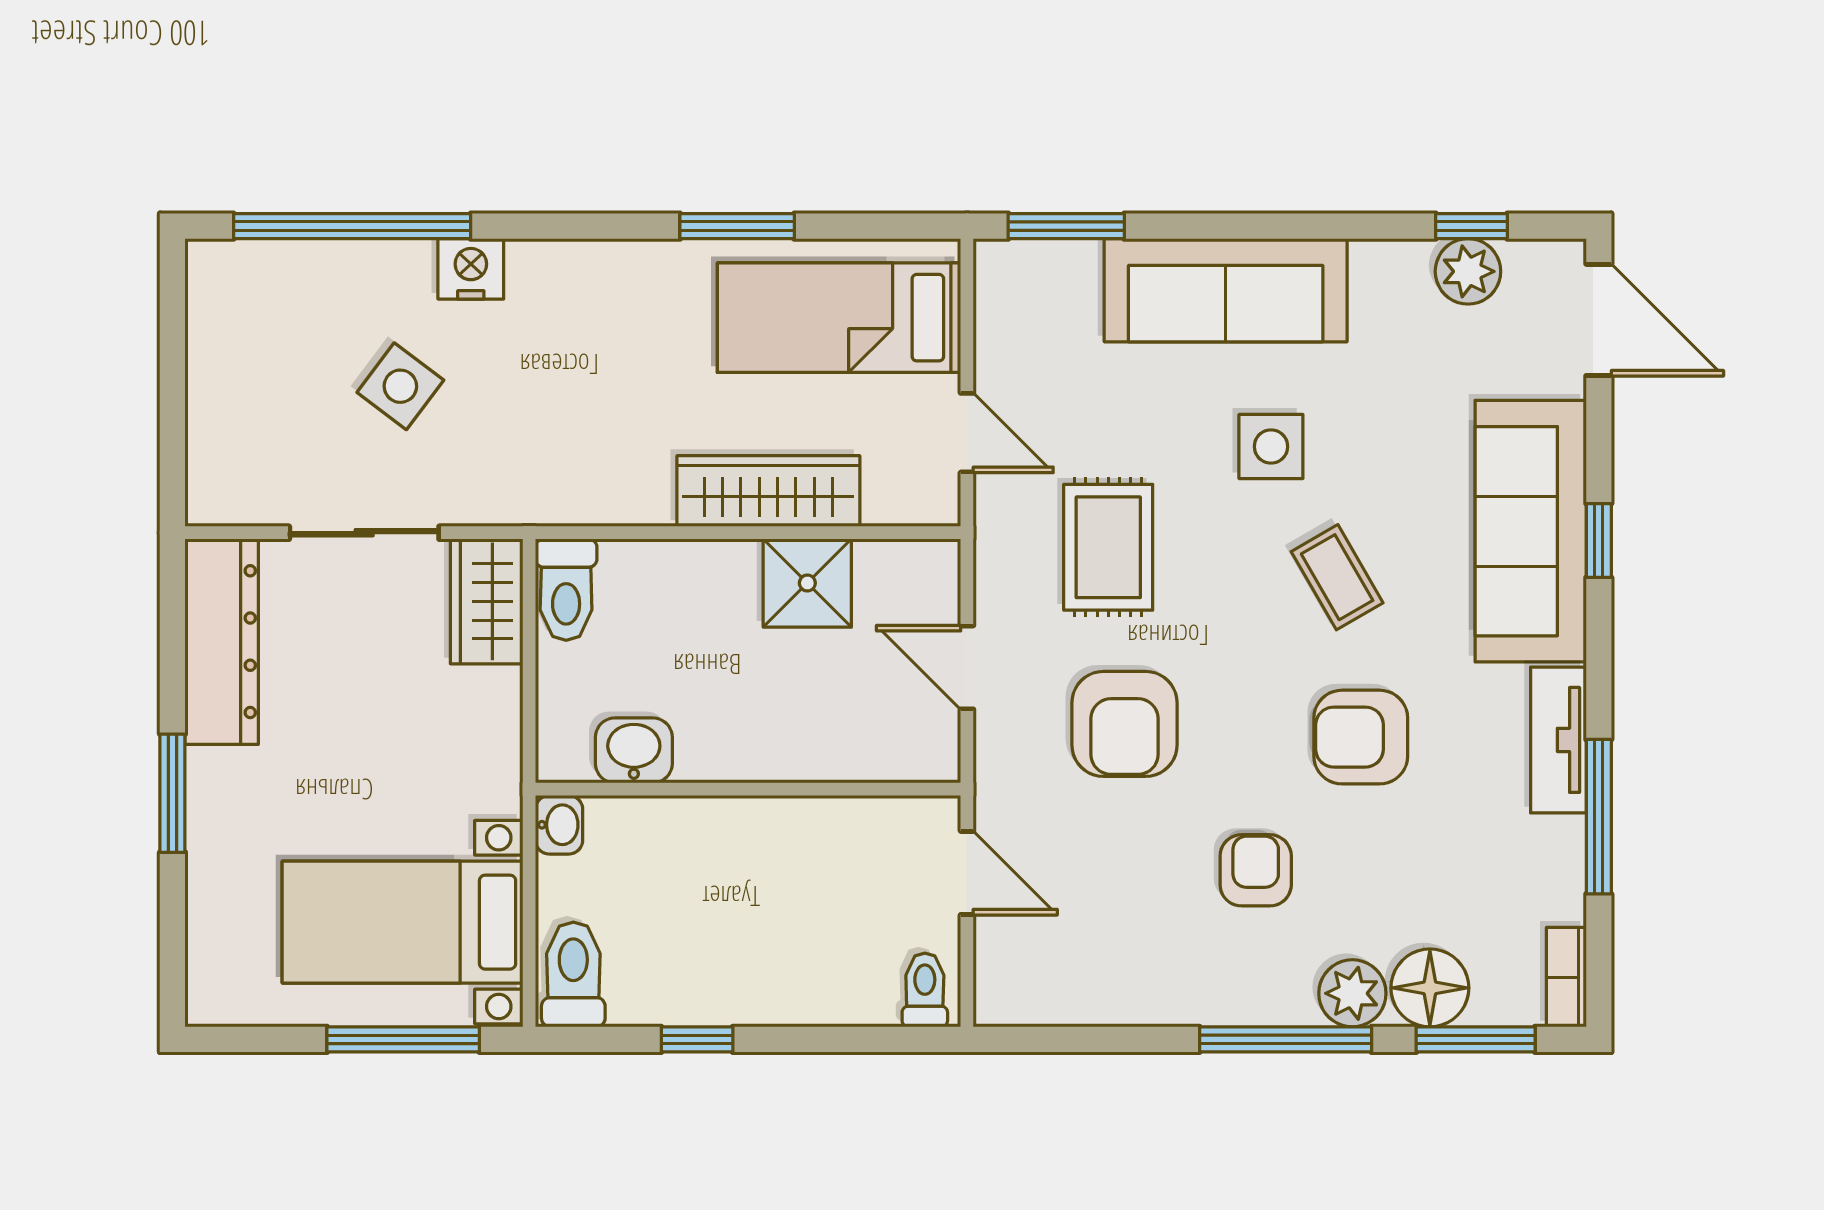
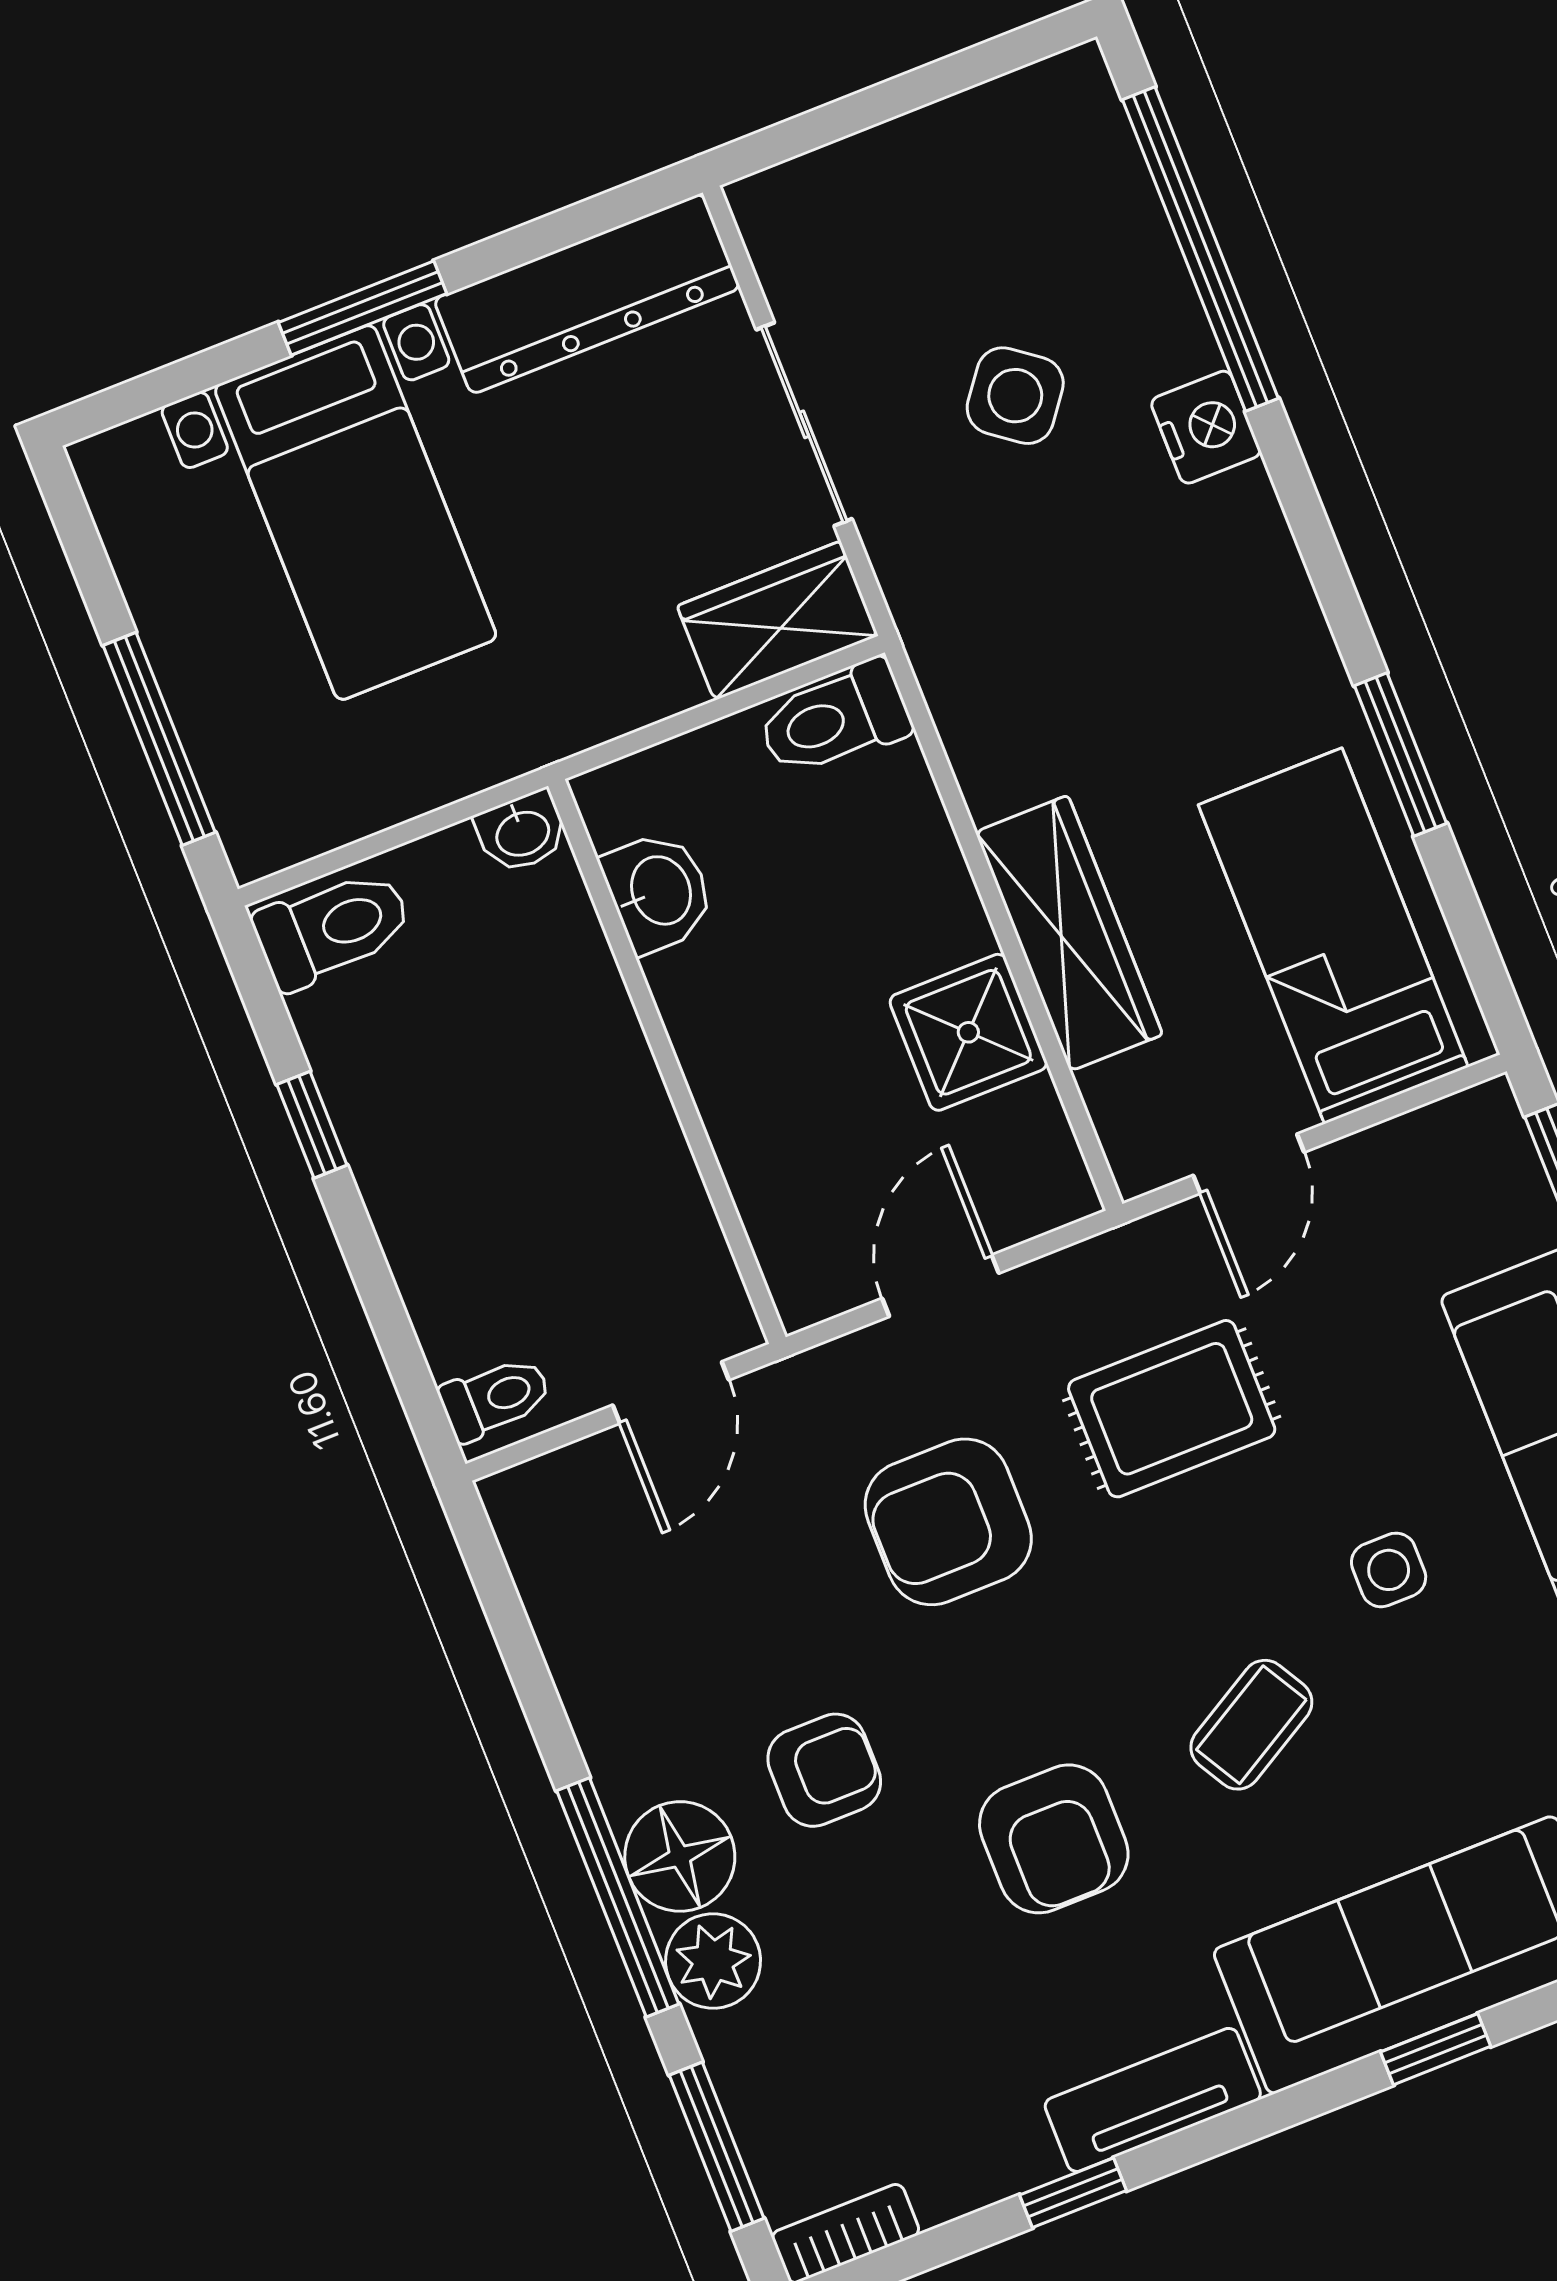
side table: (1271, 447) -> (1389, 1570), width x0.73, depth x0.73
armchair: (1361, 737) -> (1054, 1839), turned 180
window: (1599, 817) -> (1073, 2193), width x0.46
bed with nightstands: (402, 922) -> (356, 512), moved, turned 180
floor lamp: (1430, 988) -> (680, 1856), moved

